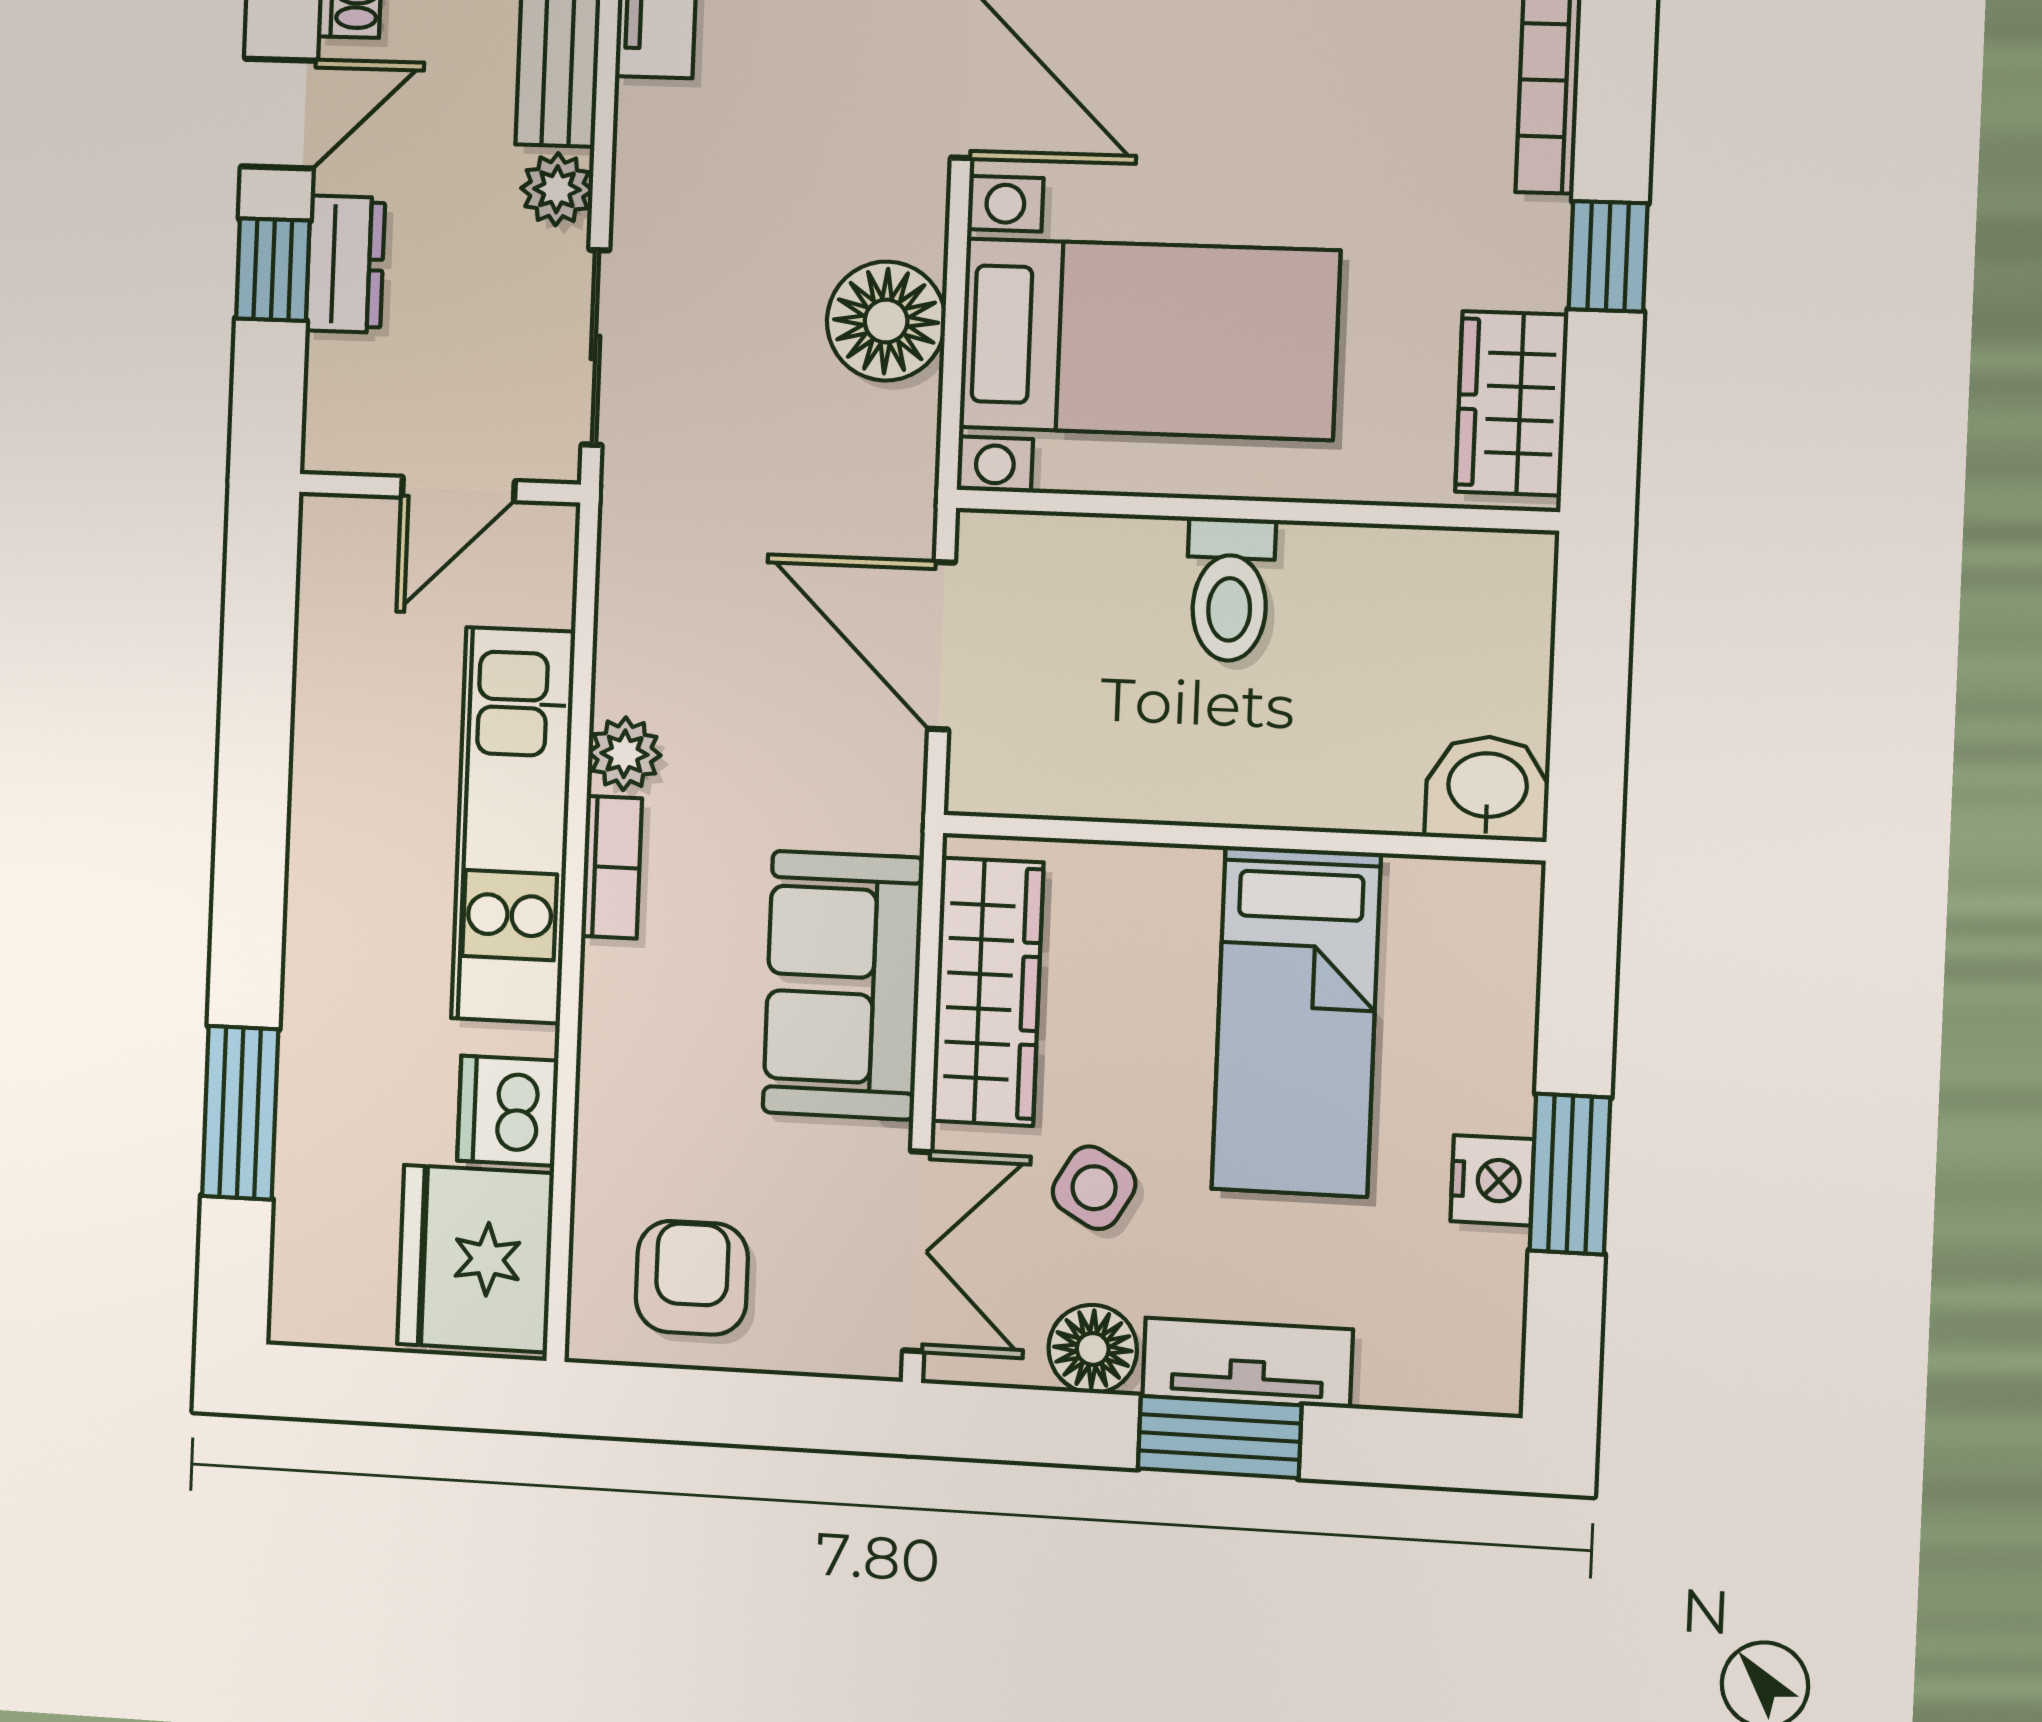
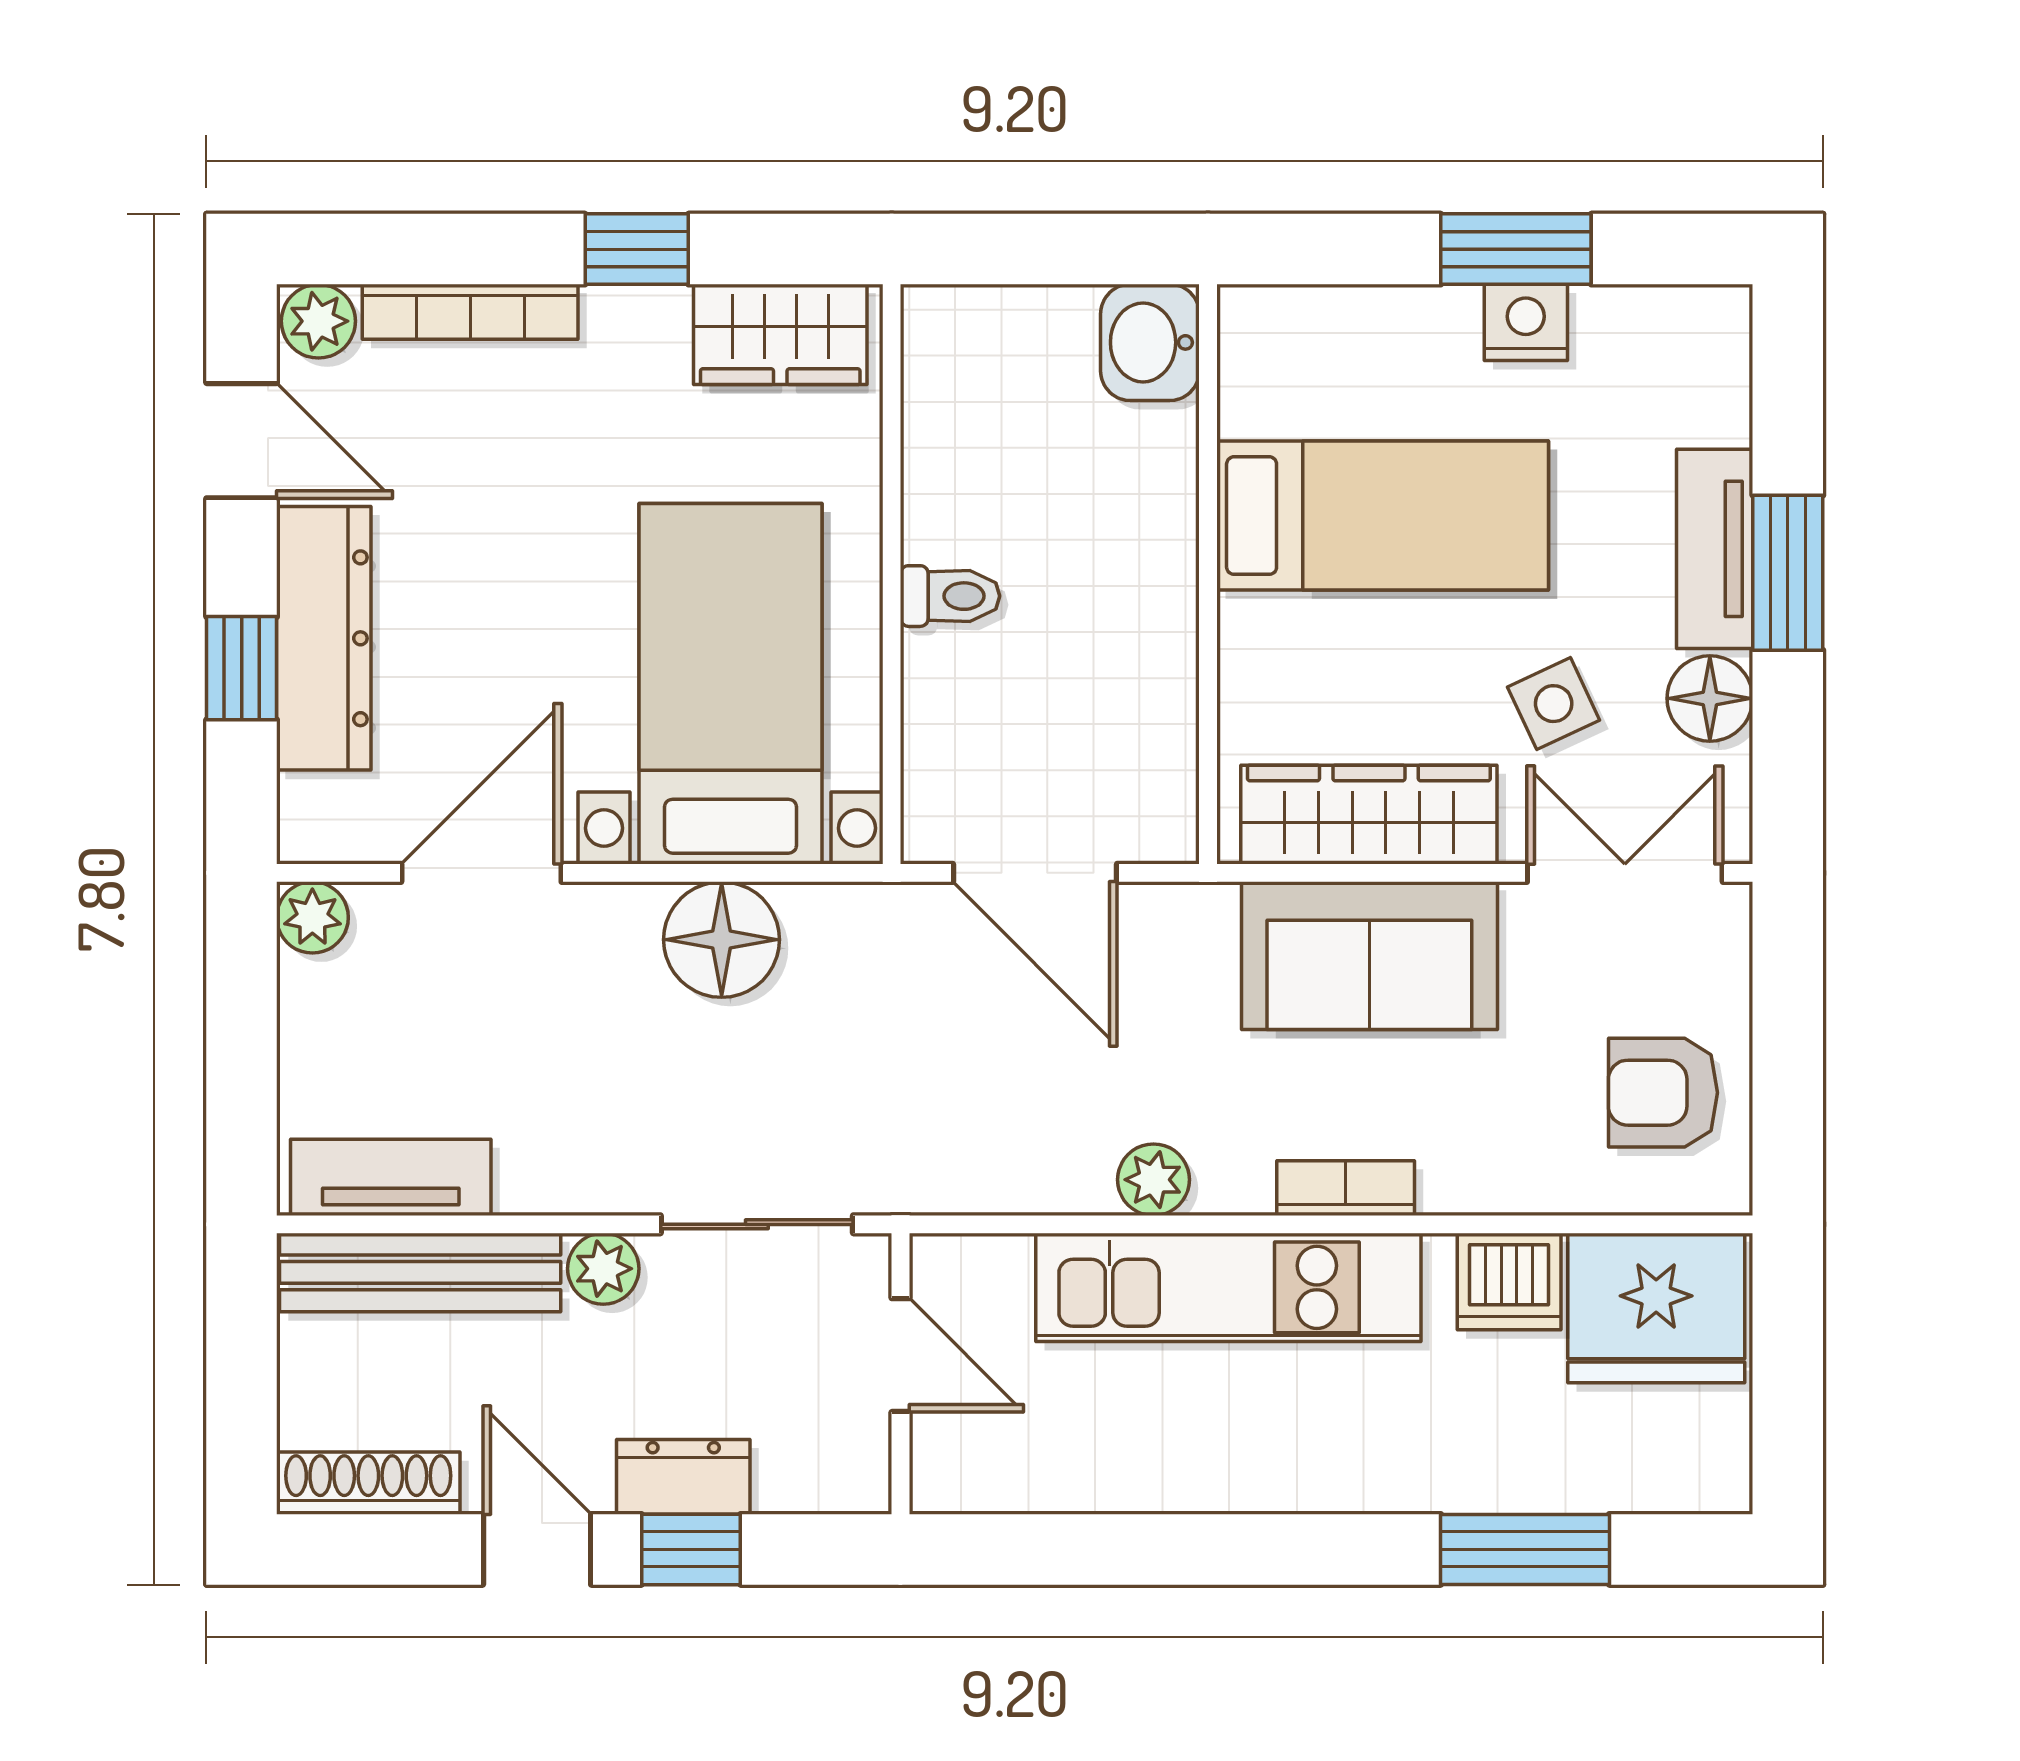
toilet: (1230, 589) -> (950, 596), width x0.73, depth x0.72
door: (941, 646) -> (1035, 873), hinge flipped
bookcase: (612, 867) -> (1346, 1188), moved
side table: (1094, 1188) -> (1554, 704), turned 35

